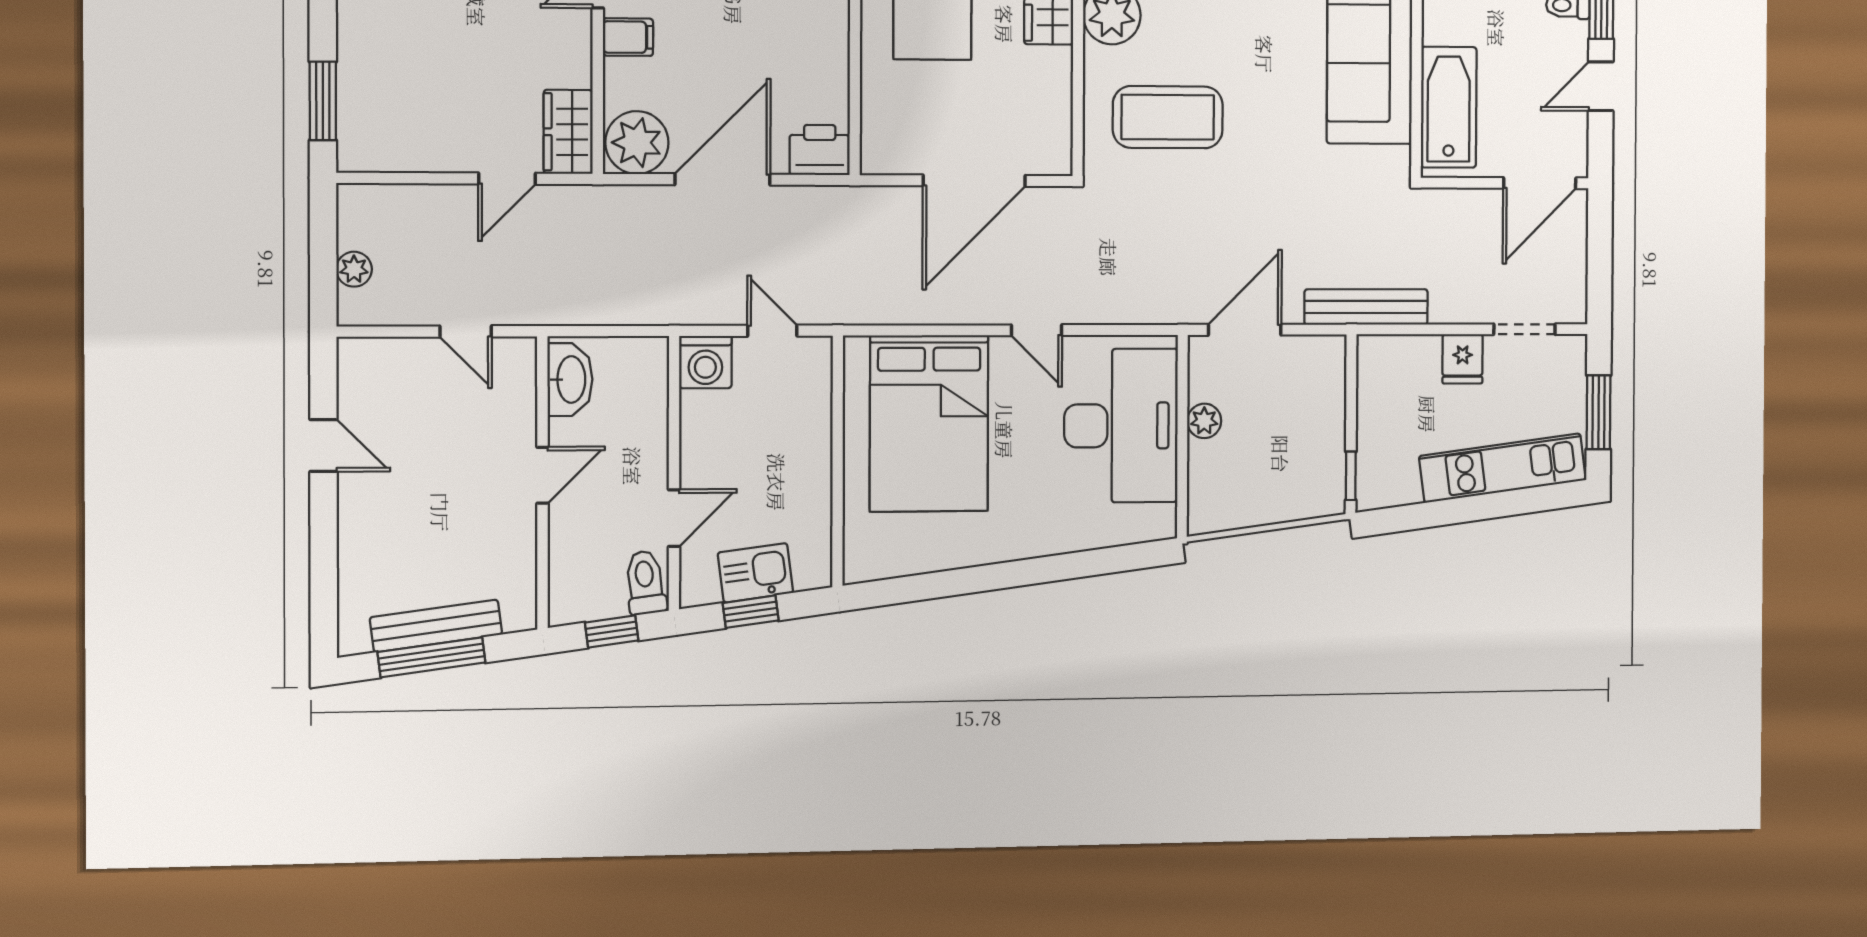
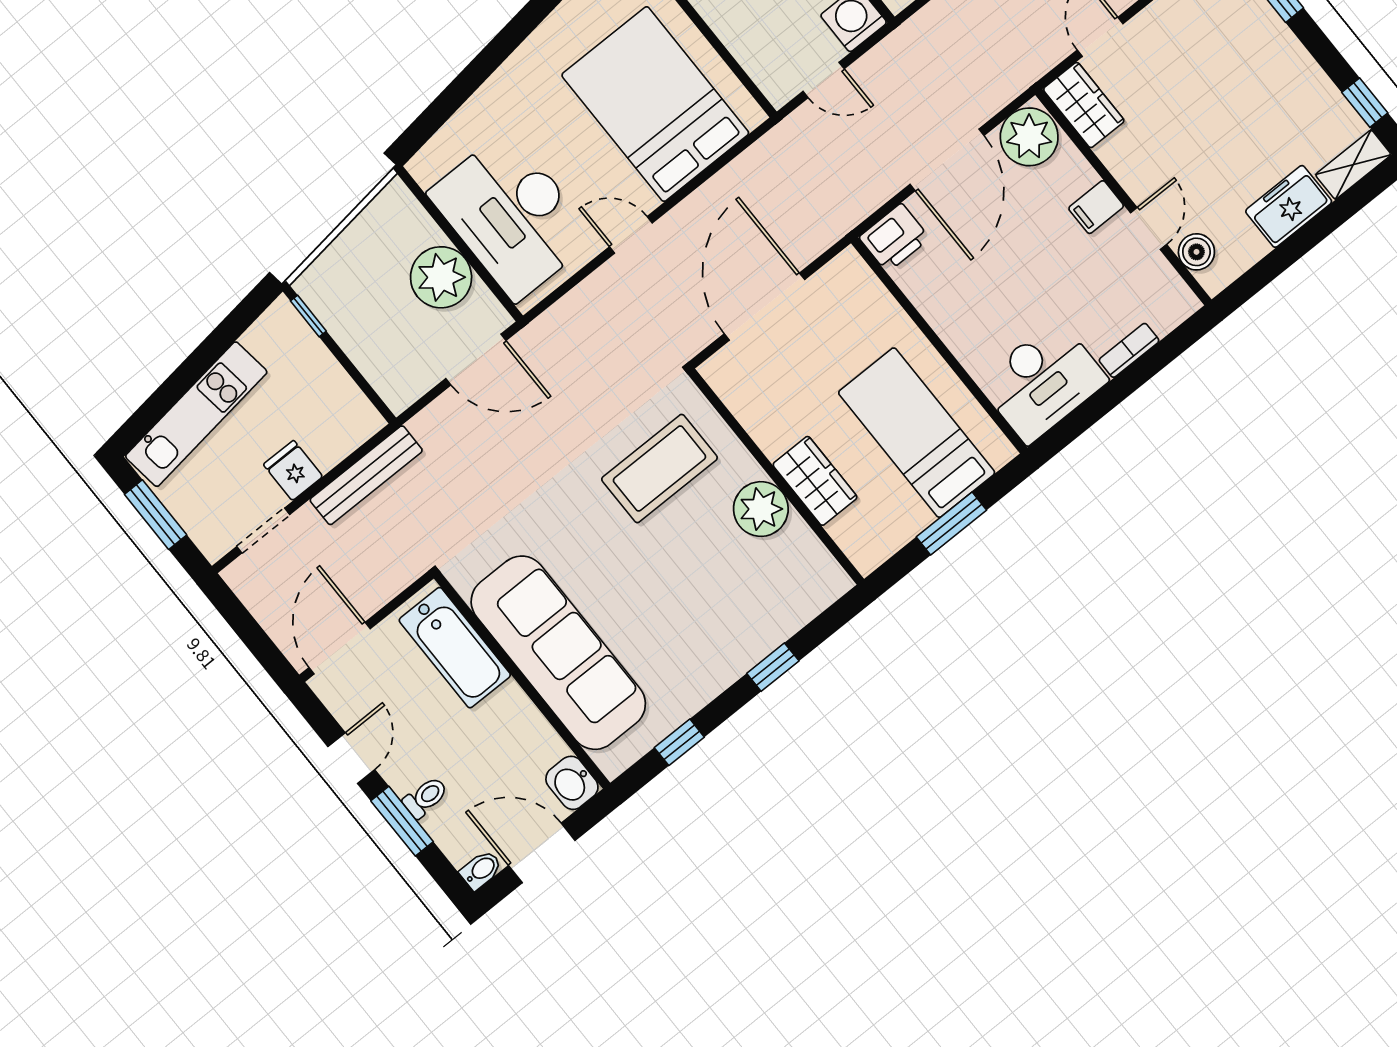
bench: (1366, 307) -> (366, 475), moved
door: (1245, 330) -> (476, 359), hinge flipped
plant: (1204, 421) -> (441, 277), width x1.88, depth x1.88

